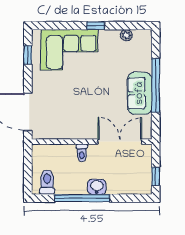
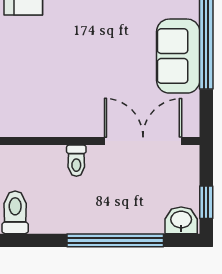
washbasin: (97, 187) -> (181, 220), moved
window: (82, 198) -> (115, 240), moved

